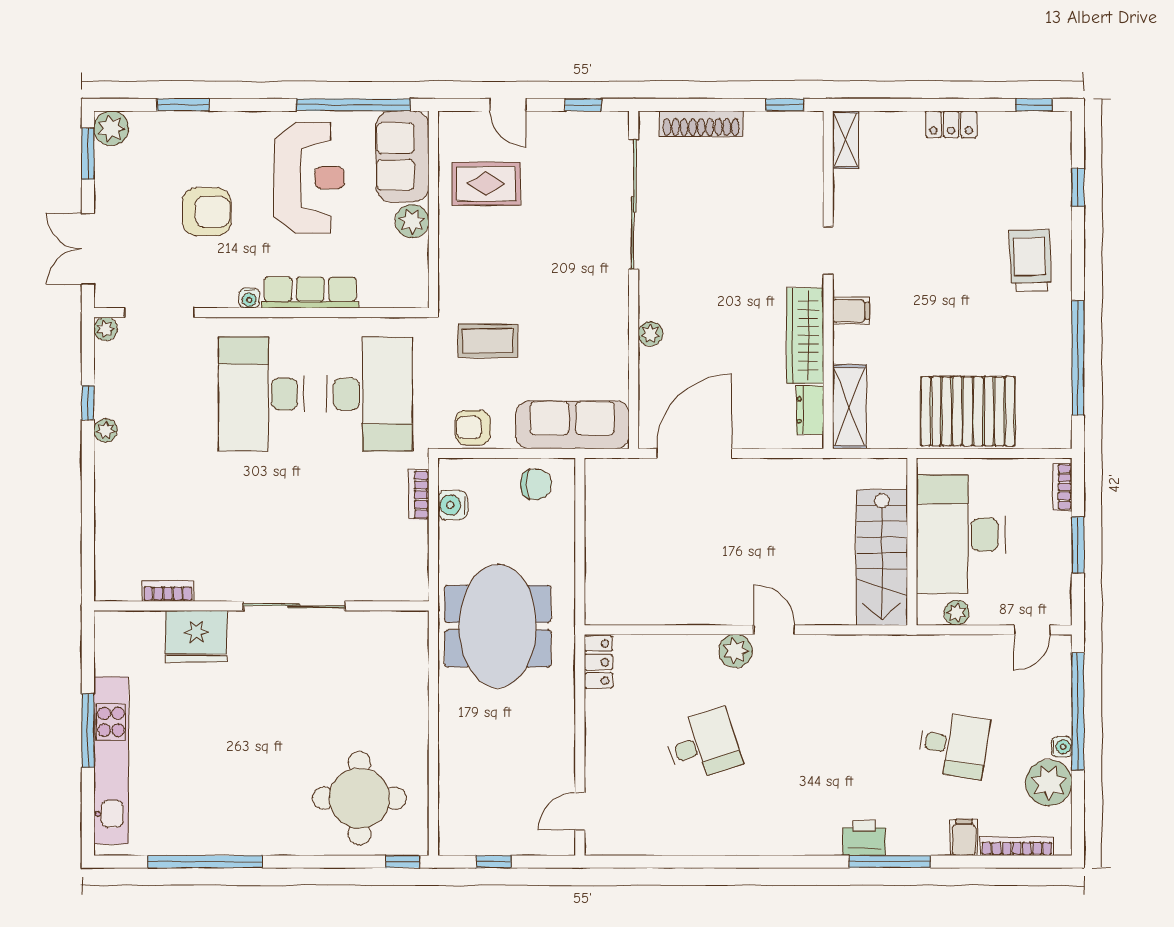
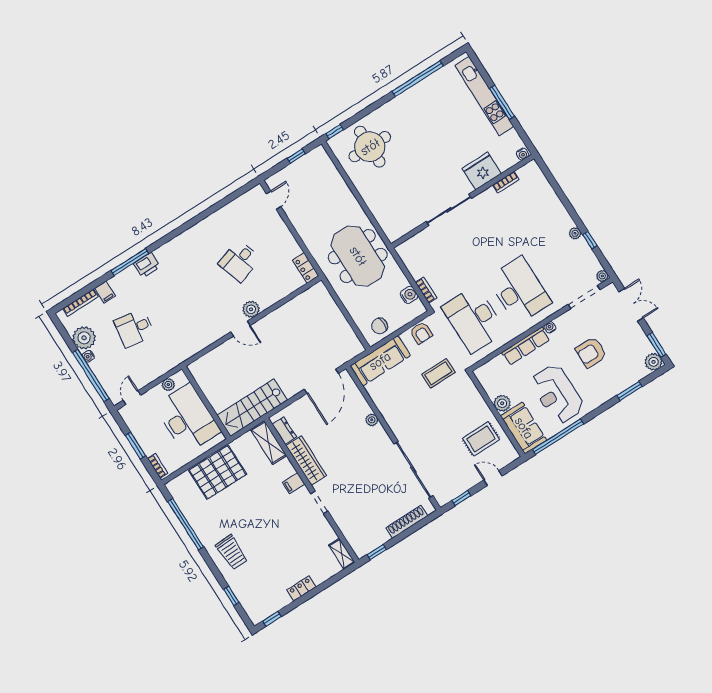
armchair: (473, 428) -> (421, 333), turned 90
stairs: (882, 557) -> (252, 408), moved, turned -90
water cooler: (109, 621) -> (523, 154), added

